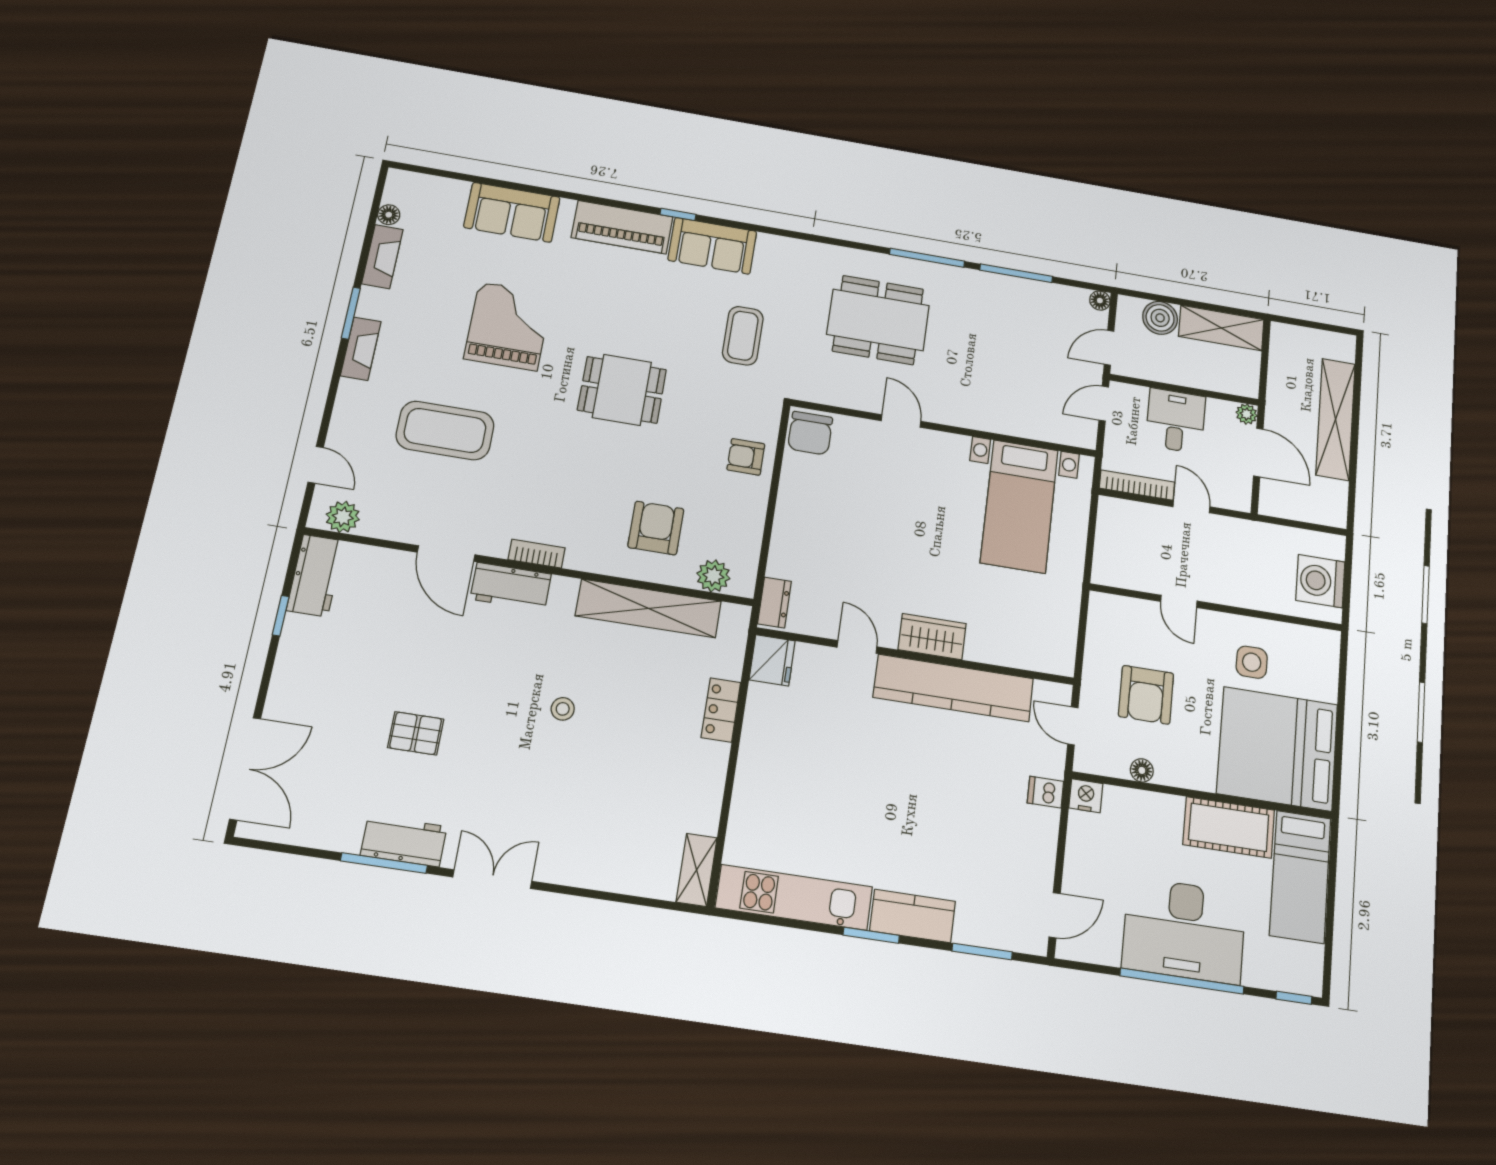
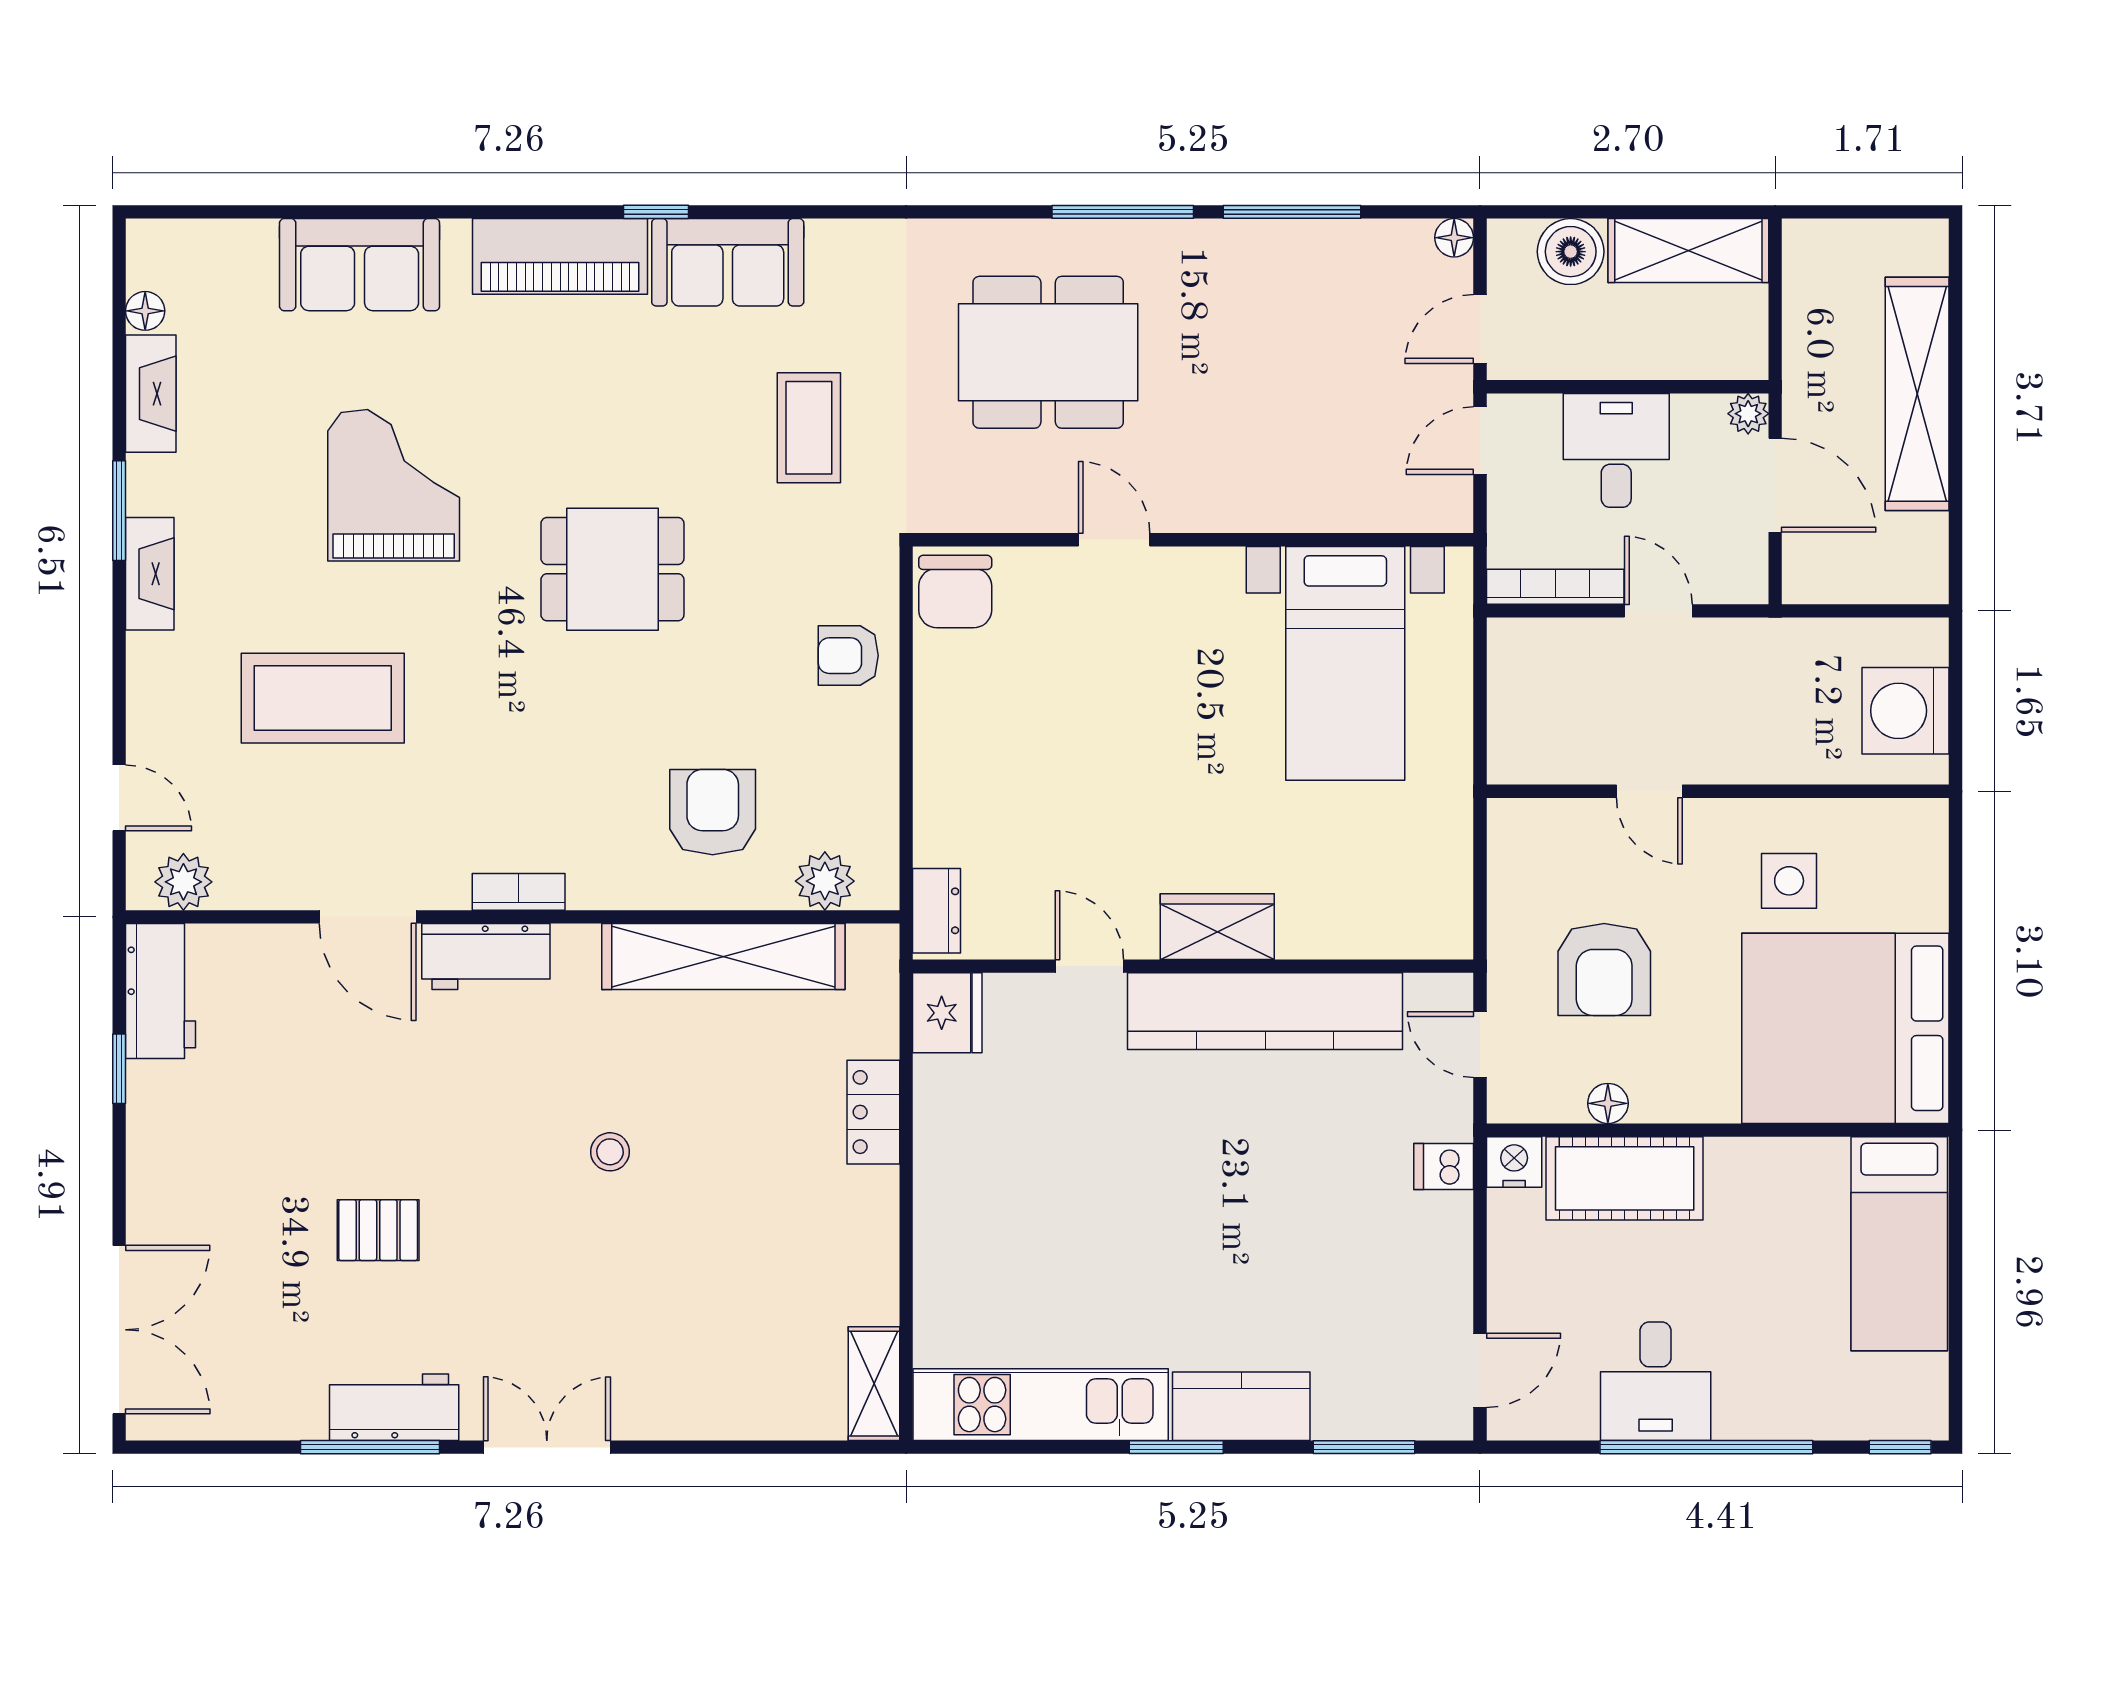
cot: (1229, 827) -> (1625, 1178), moved
desk: (1184, 930) -> (1656, 1381), width x0.53, depth x0.77

